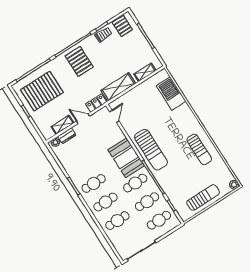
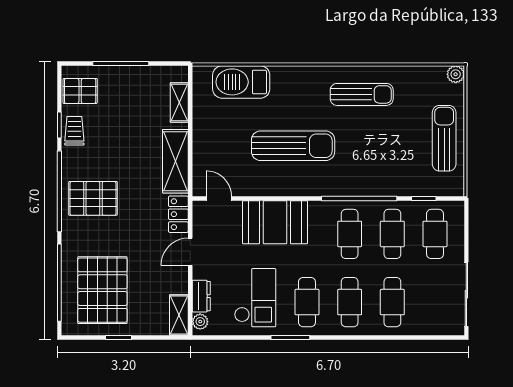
shelving: (62, 125) -> (179, 315), moved
sun lounger: (151, 150) -> (293, 146), moved
booth: (126, 158) -> (275, 222), moved
checkout: (81, 160) -> (255, 298), added

